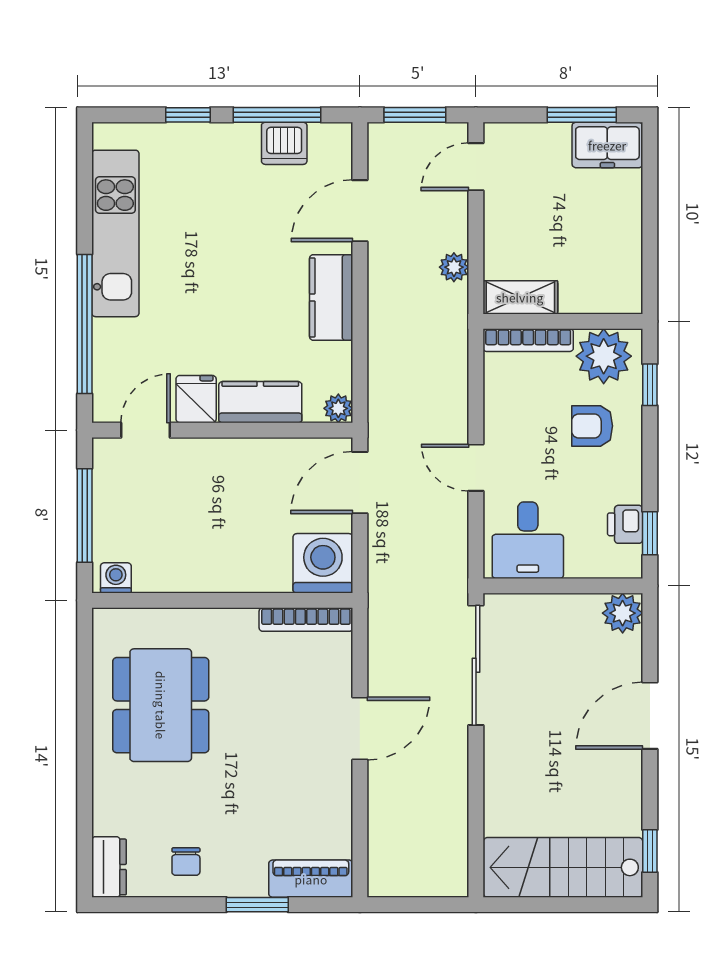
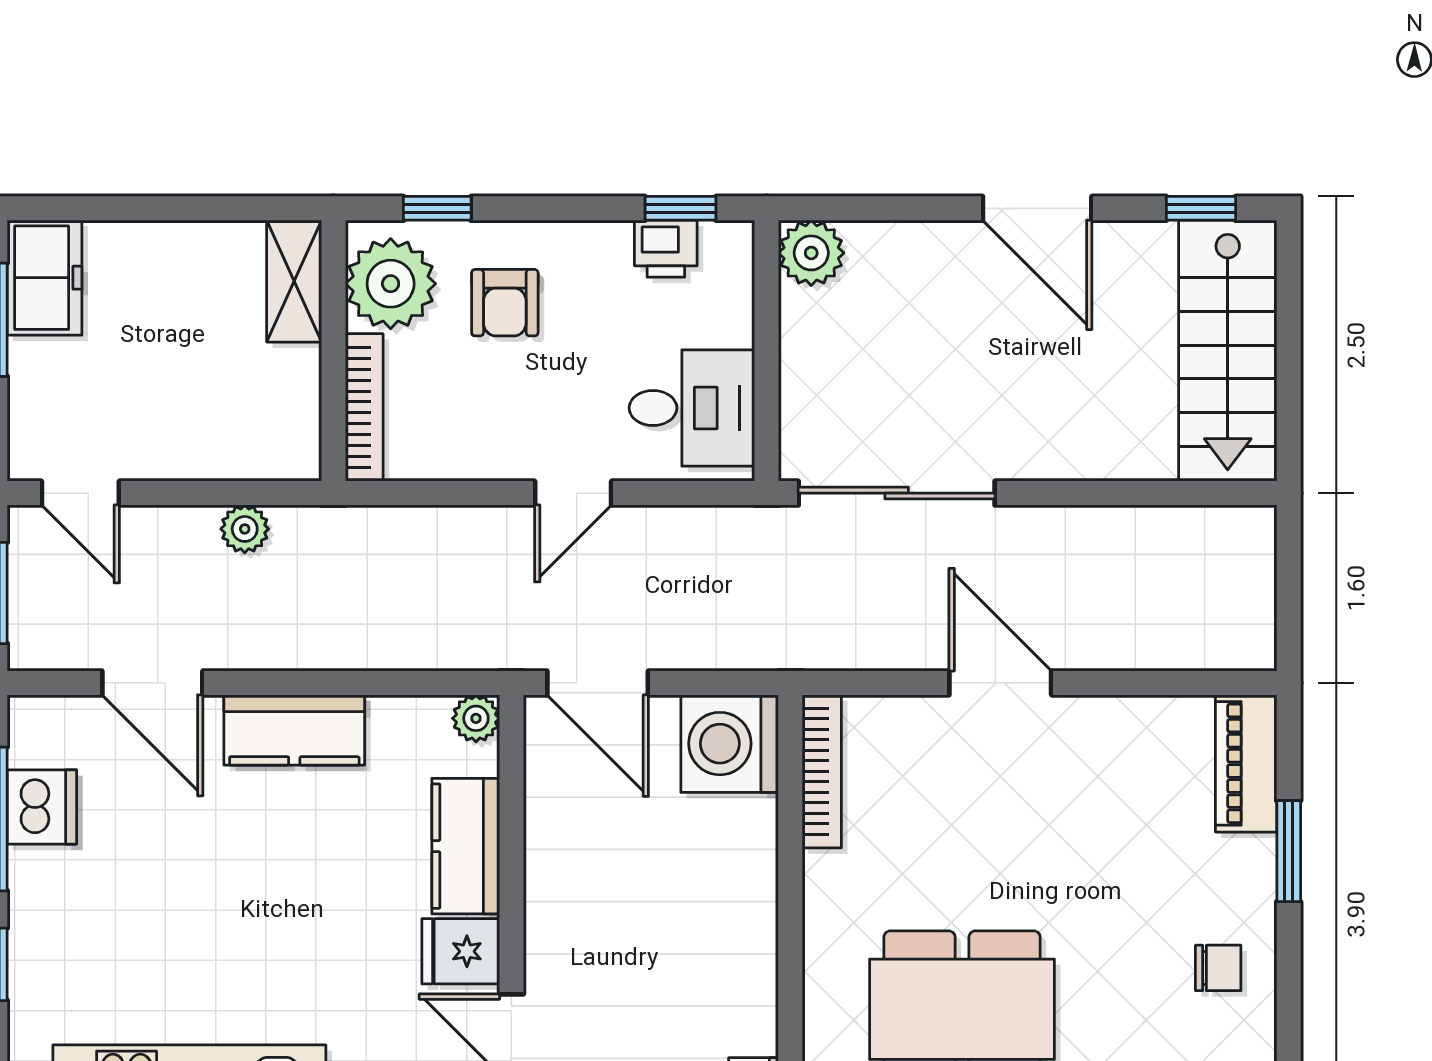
shelving: (520, 297) -> (294, 281), moved
door: (650, 716) -> (1037, 208), moved

